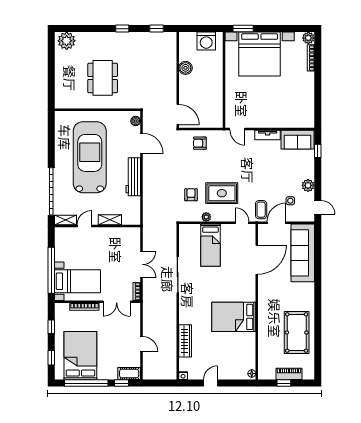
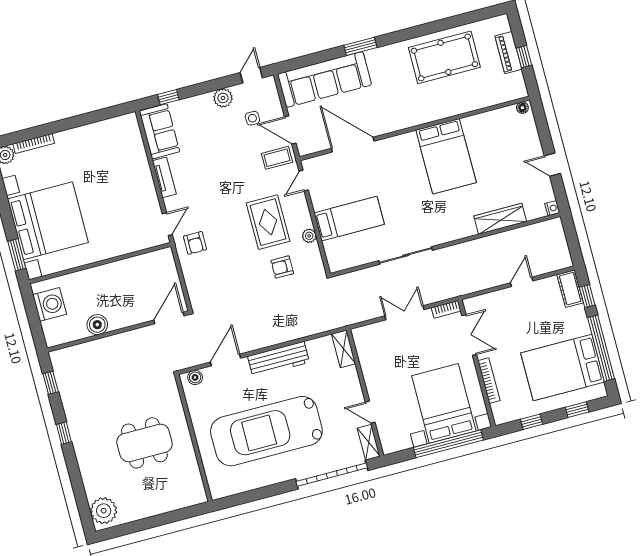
armchair: (200, 143) -> (195, 243), moved
shelving: (110, 220) -> (343, 349), moved
bed with nightstands: (78, 281) -> (444, 403), width x1.36
window: (318, 281) -> (360, 46), added

